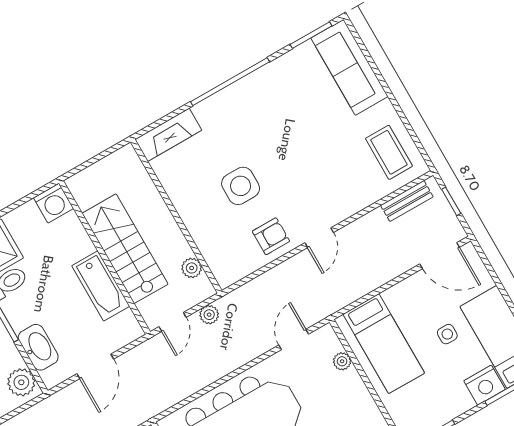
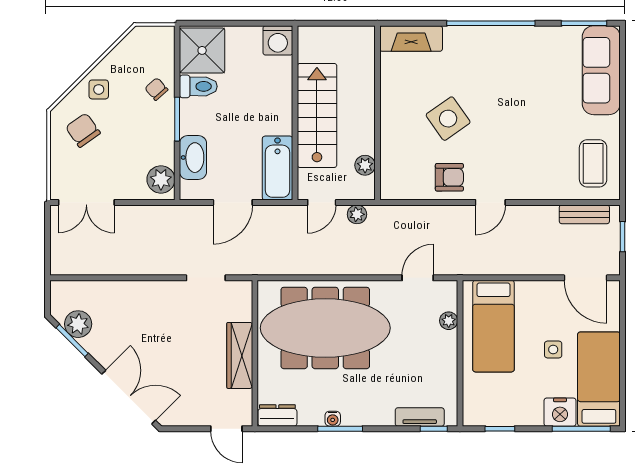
side table: (241, 186) -> (448, 119), turned -35
bathtub: (101, 286) -> (277, 168), moved

